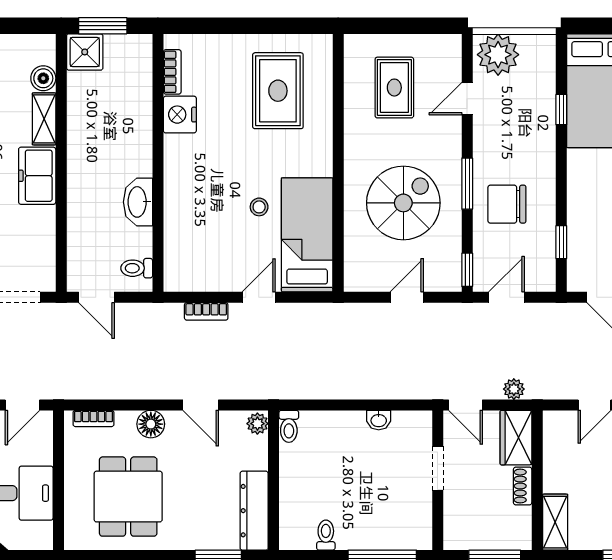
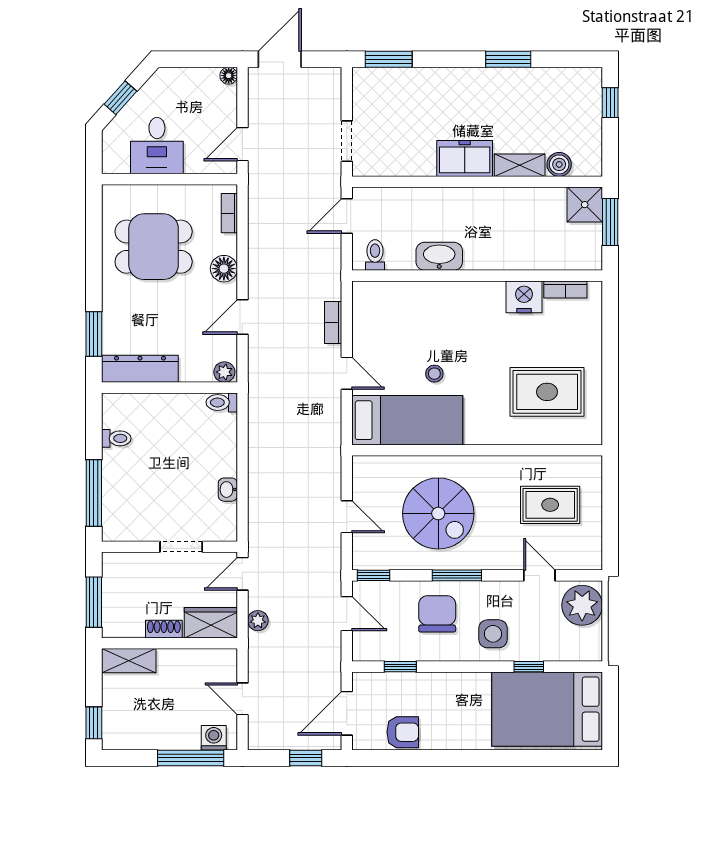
side table: (527, 146) -> (493, 634), added
door: (22, 405) -> (242, 144), hinge flipped

